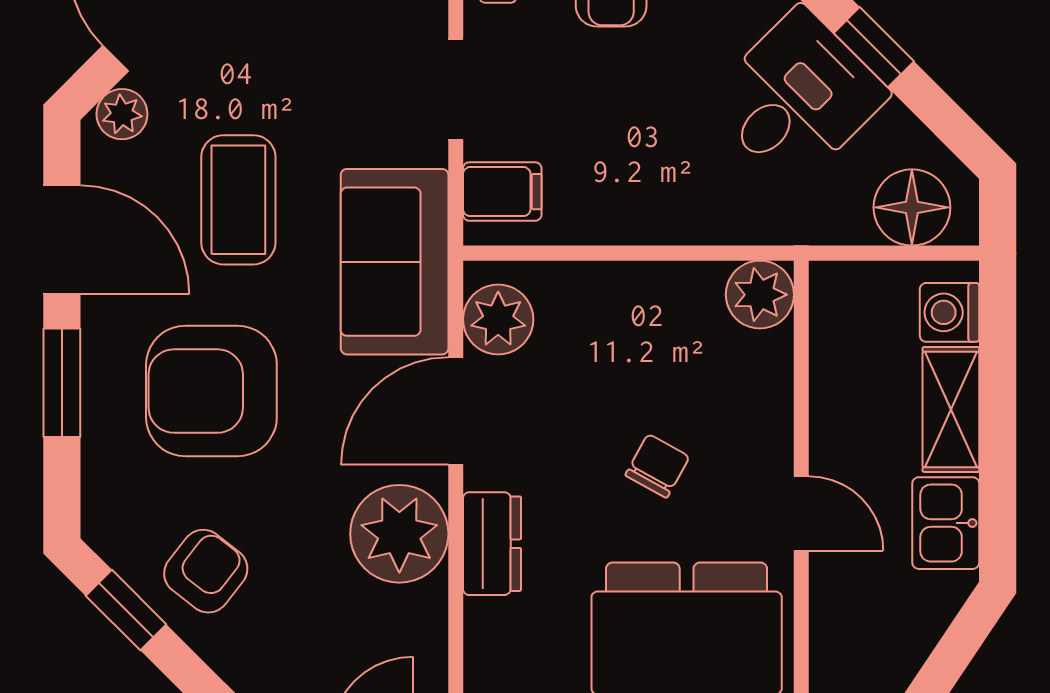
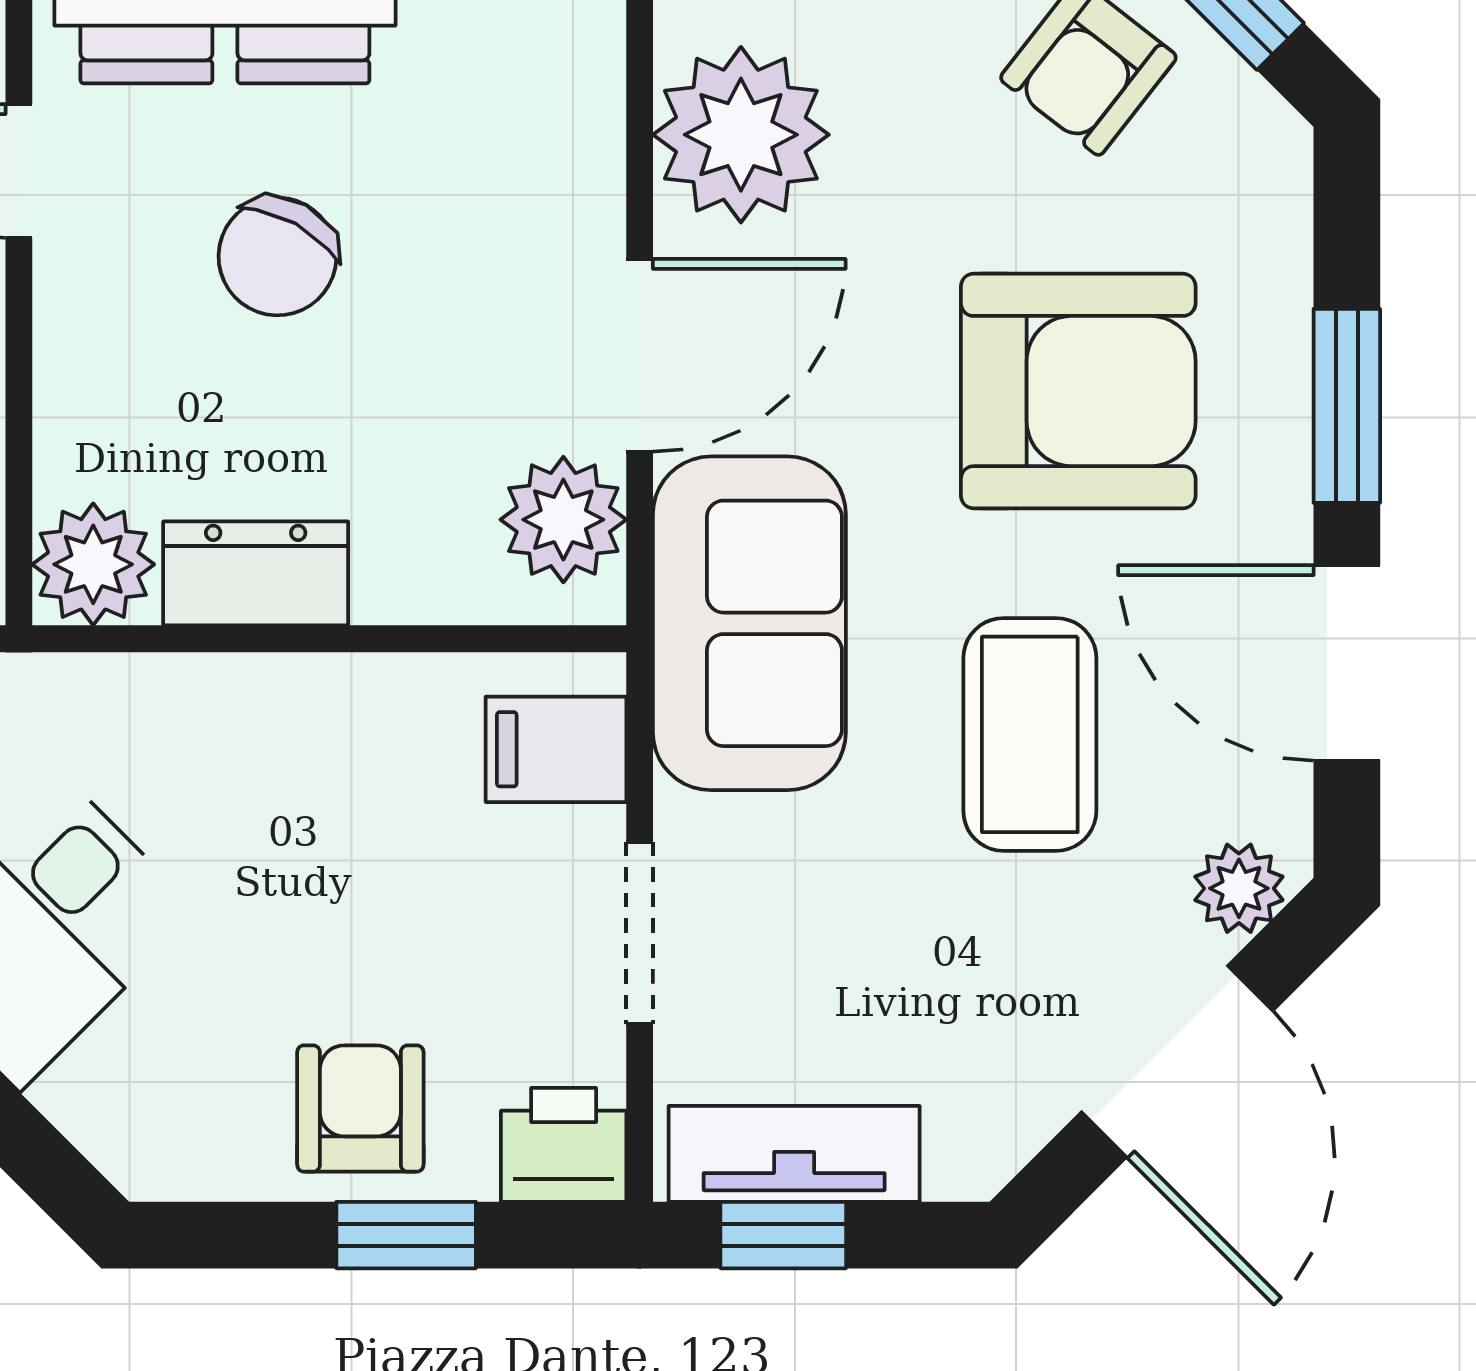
chair: (657, 466) -> (277, 256), width x1.37, depth x1.37
dresser: (492, 544) -> (256, 573), moved, turned 90

